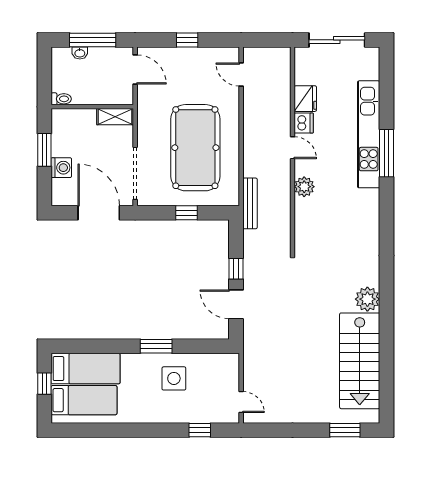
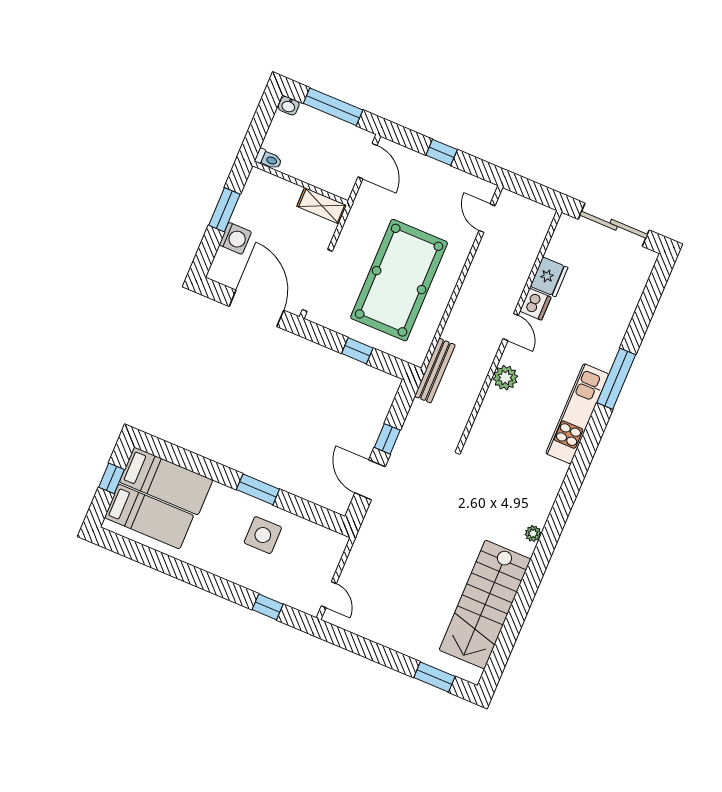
washbasin: (80, 53) -> (289, 106), moved
kitchen unit: (369, 134) -> (577, 414), moved, width x0.73
plant: (367, 299) -> (533, 534), width x0.53, depth x0.53

